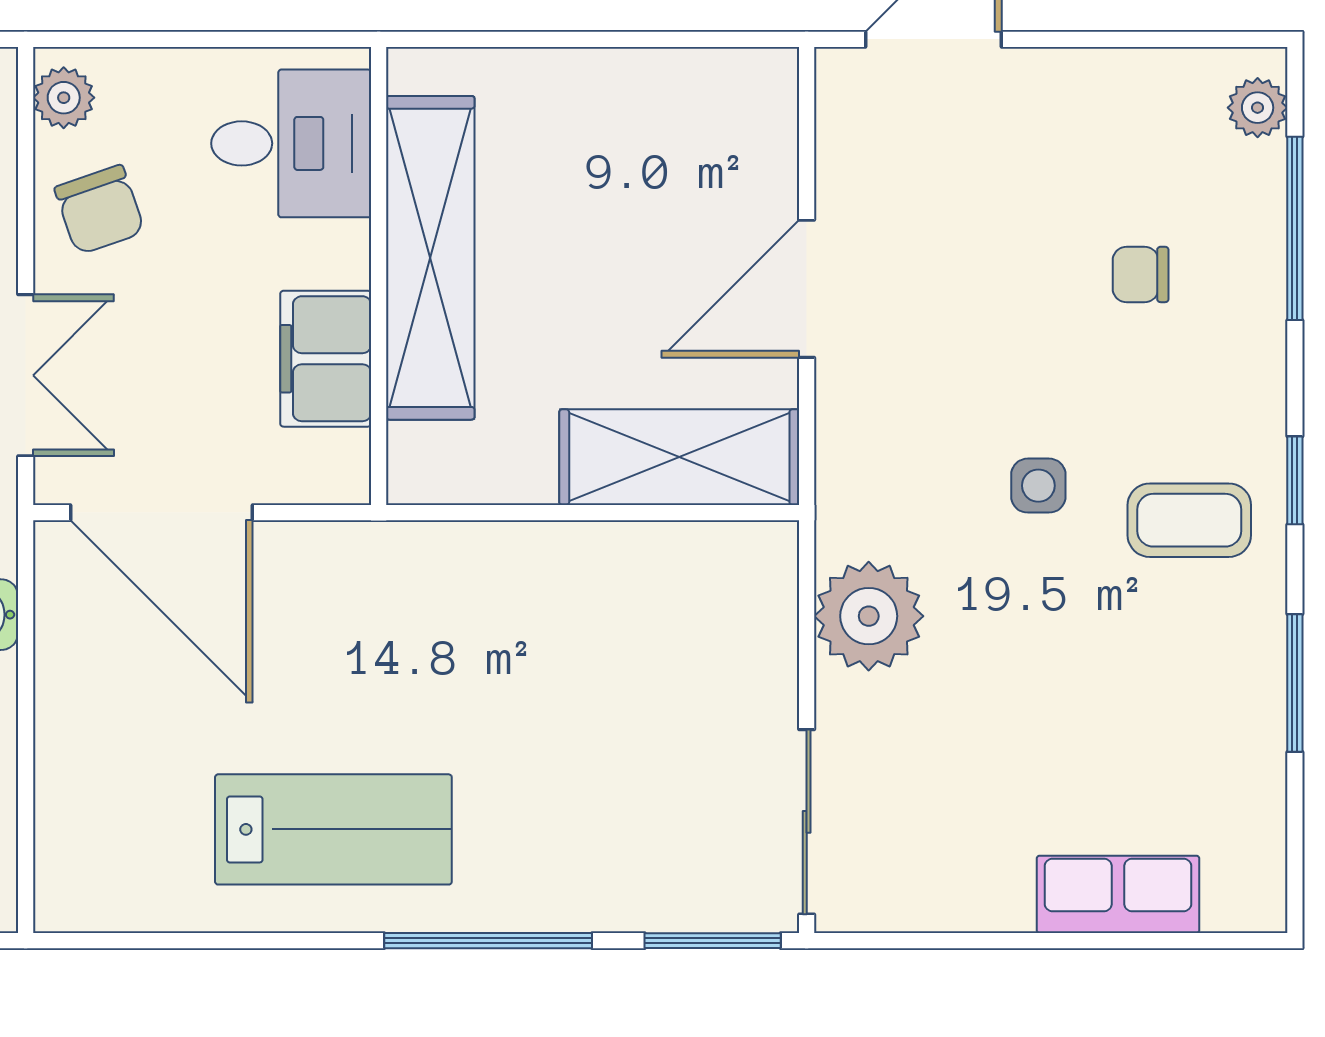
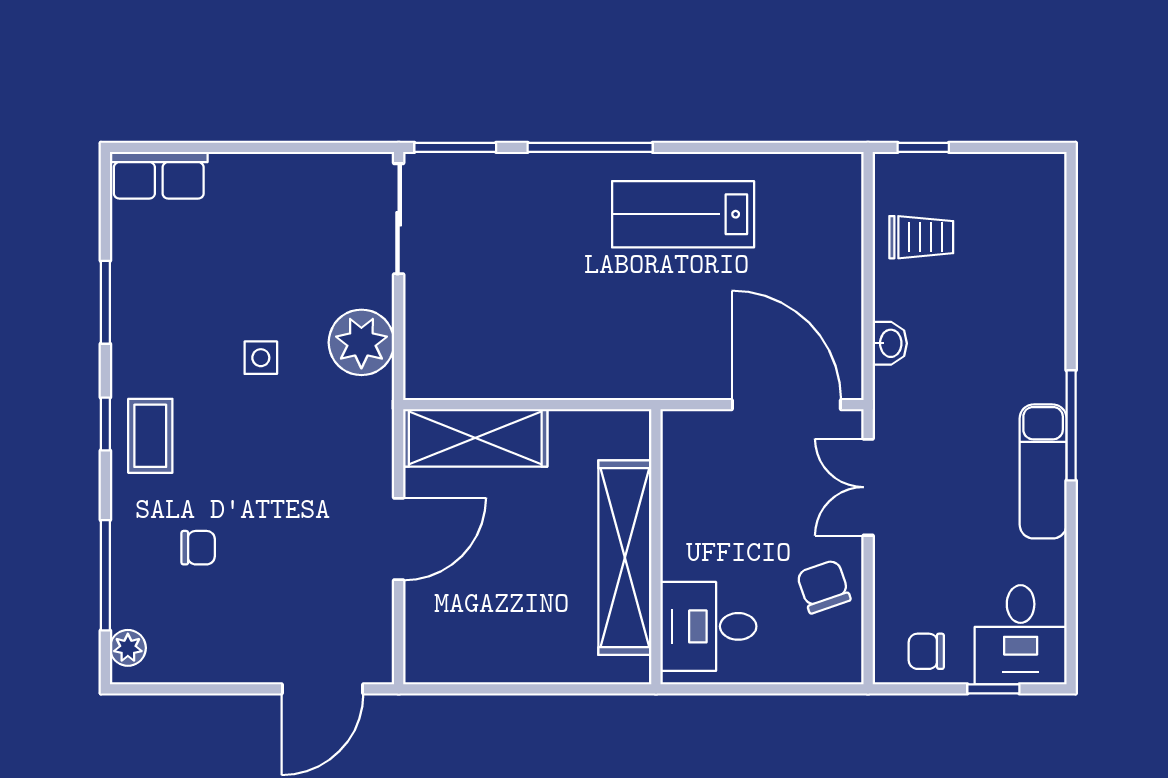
plant: (64, 98) -> (845, 654), removed
filing cabinet: (326, 359) -> (688, 497), removed
side table: (1038, 486) -> (261, 358), moved
coffee table: (1189, 520) -> (150, 436), moved, turned 90
row of seats: (1118, 894) -> (159, 175), moved

